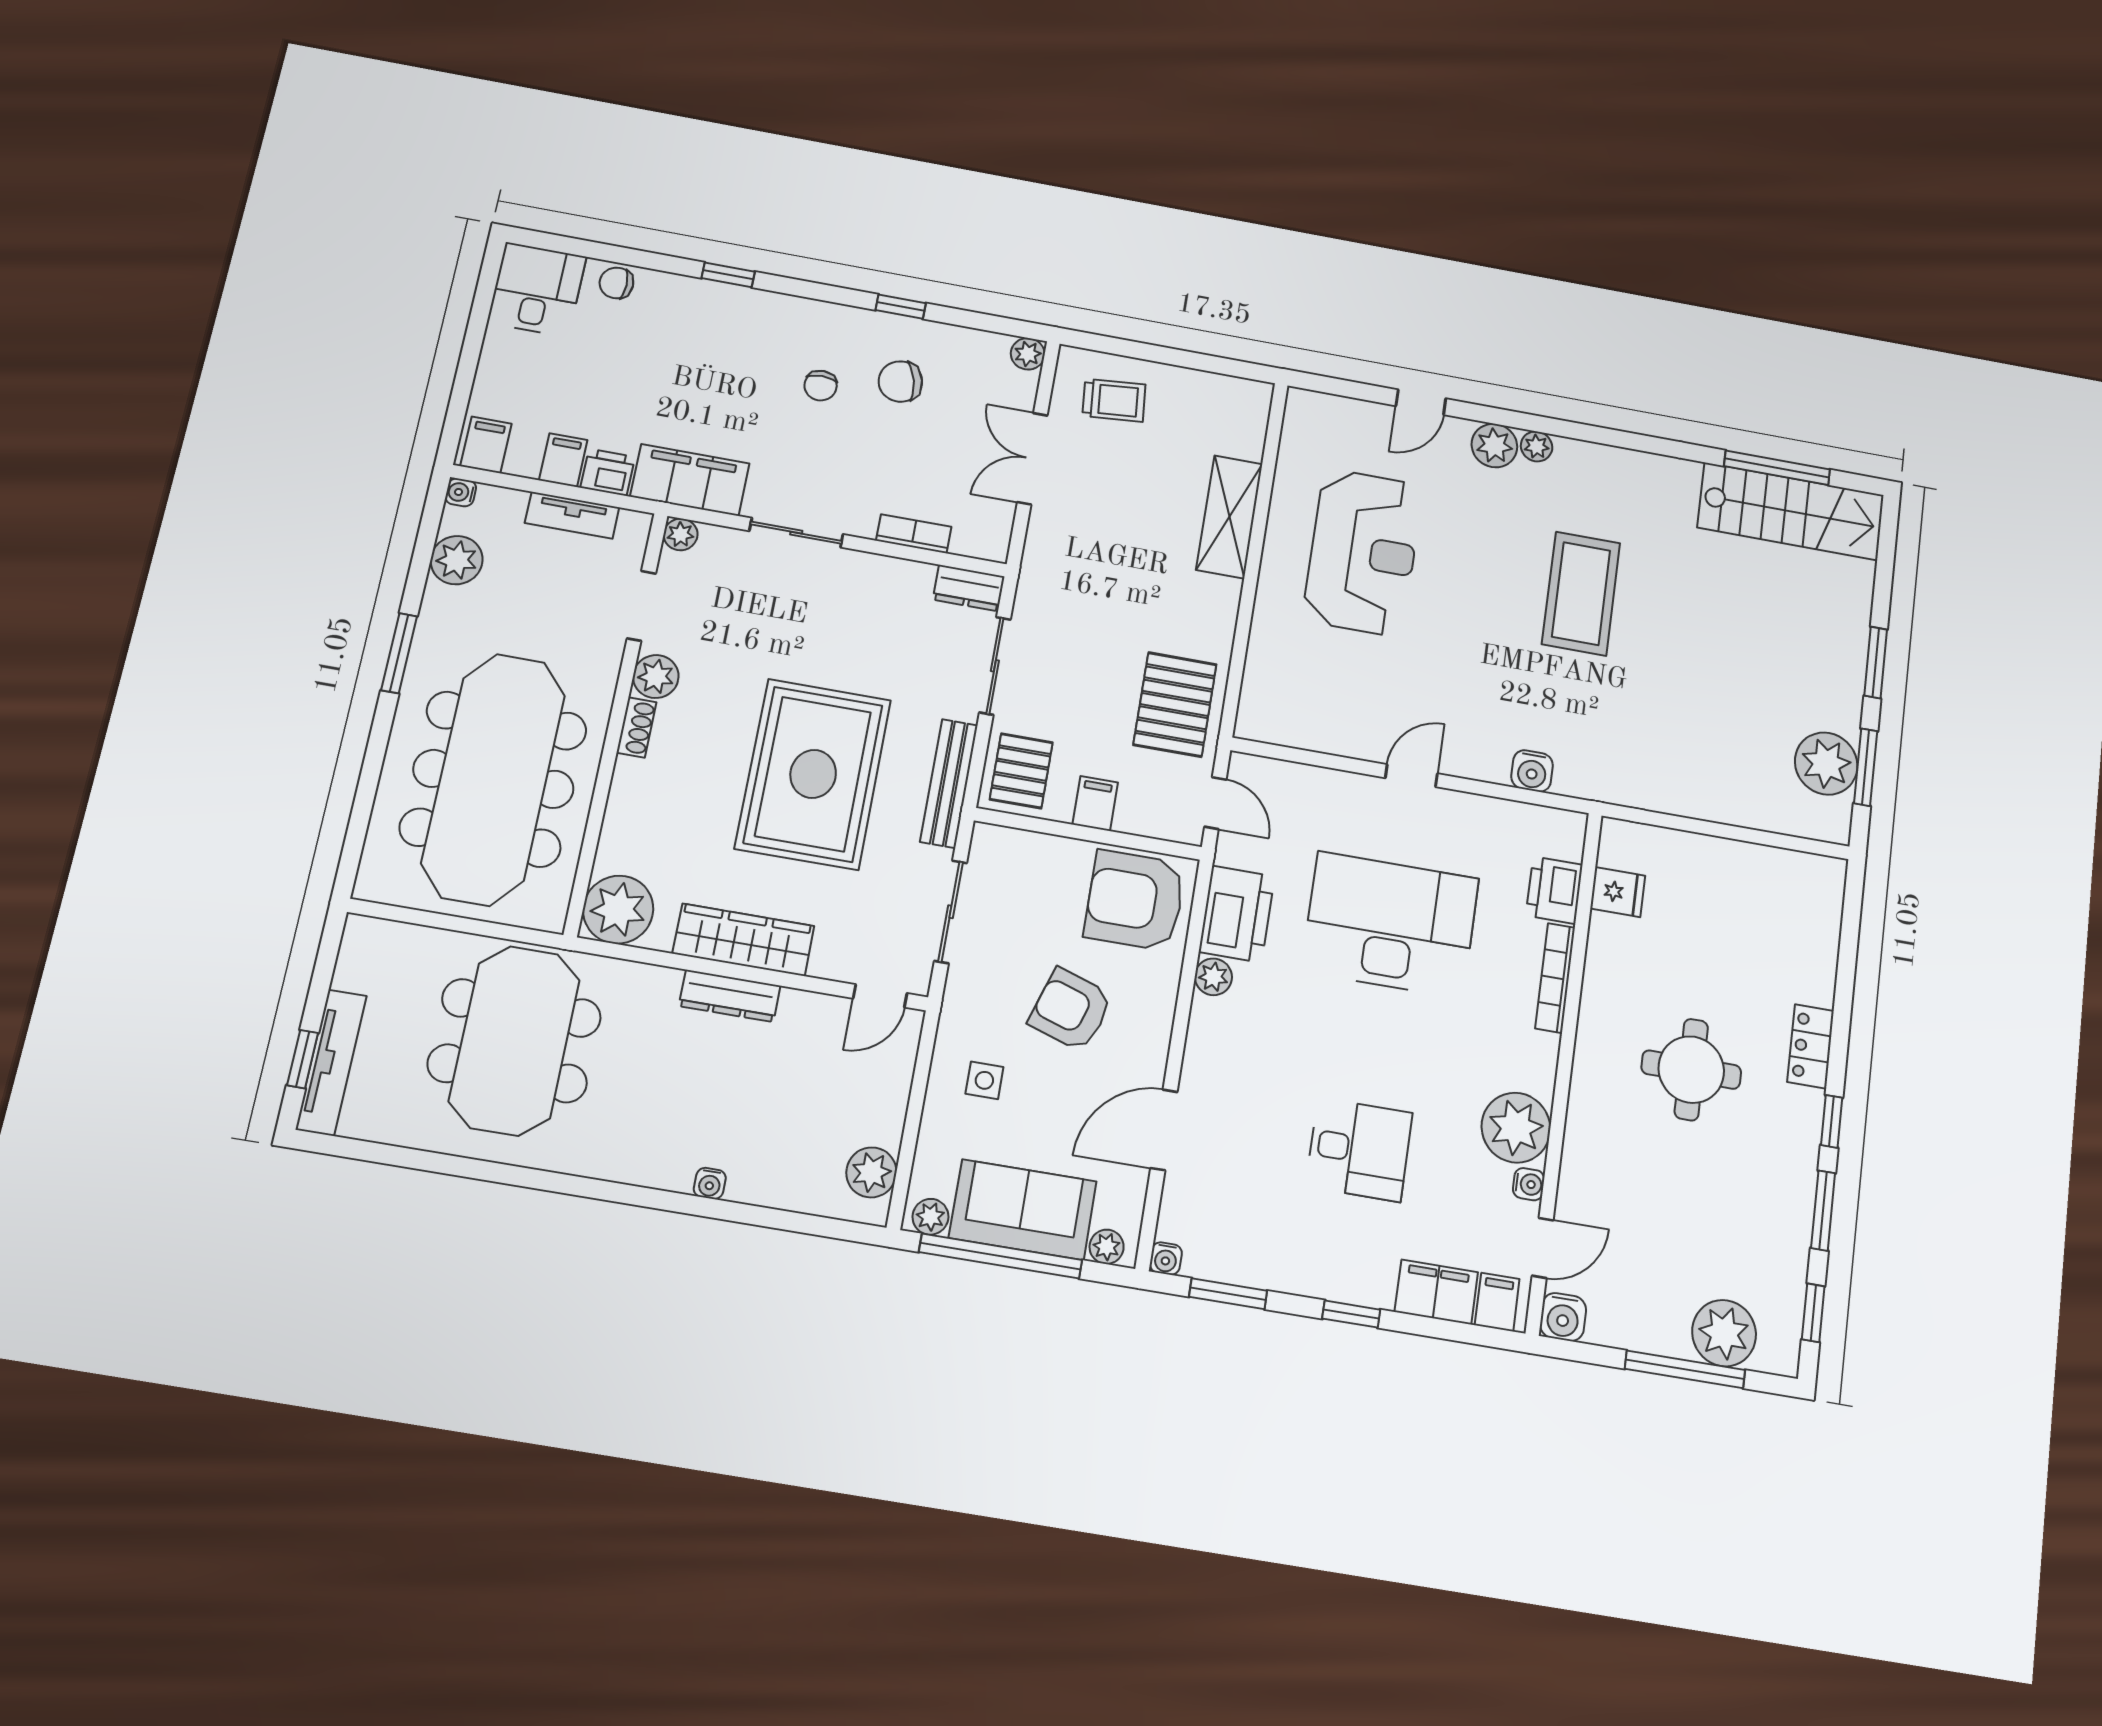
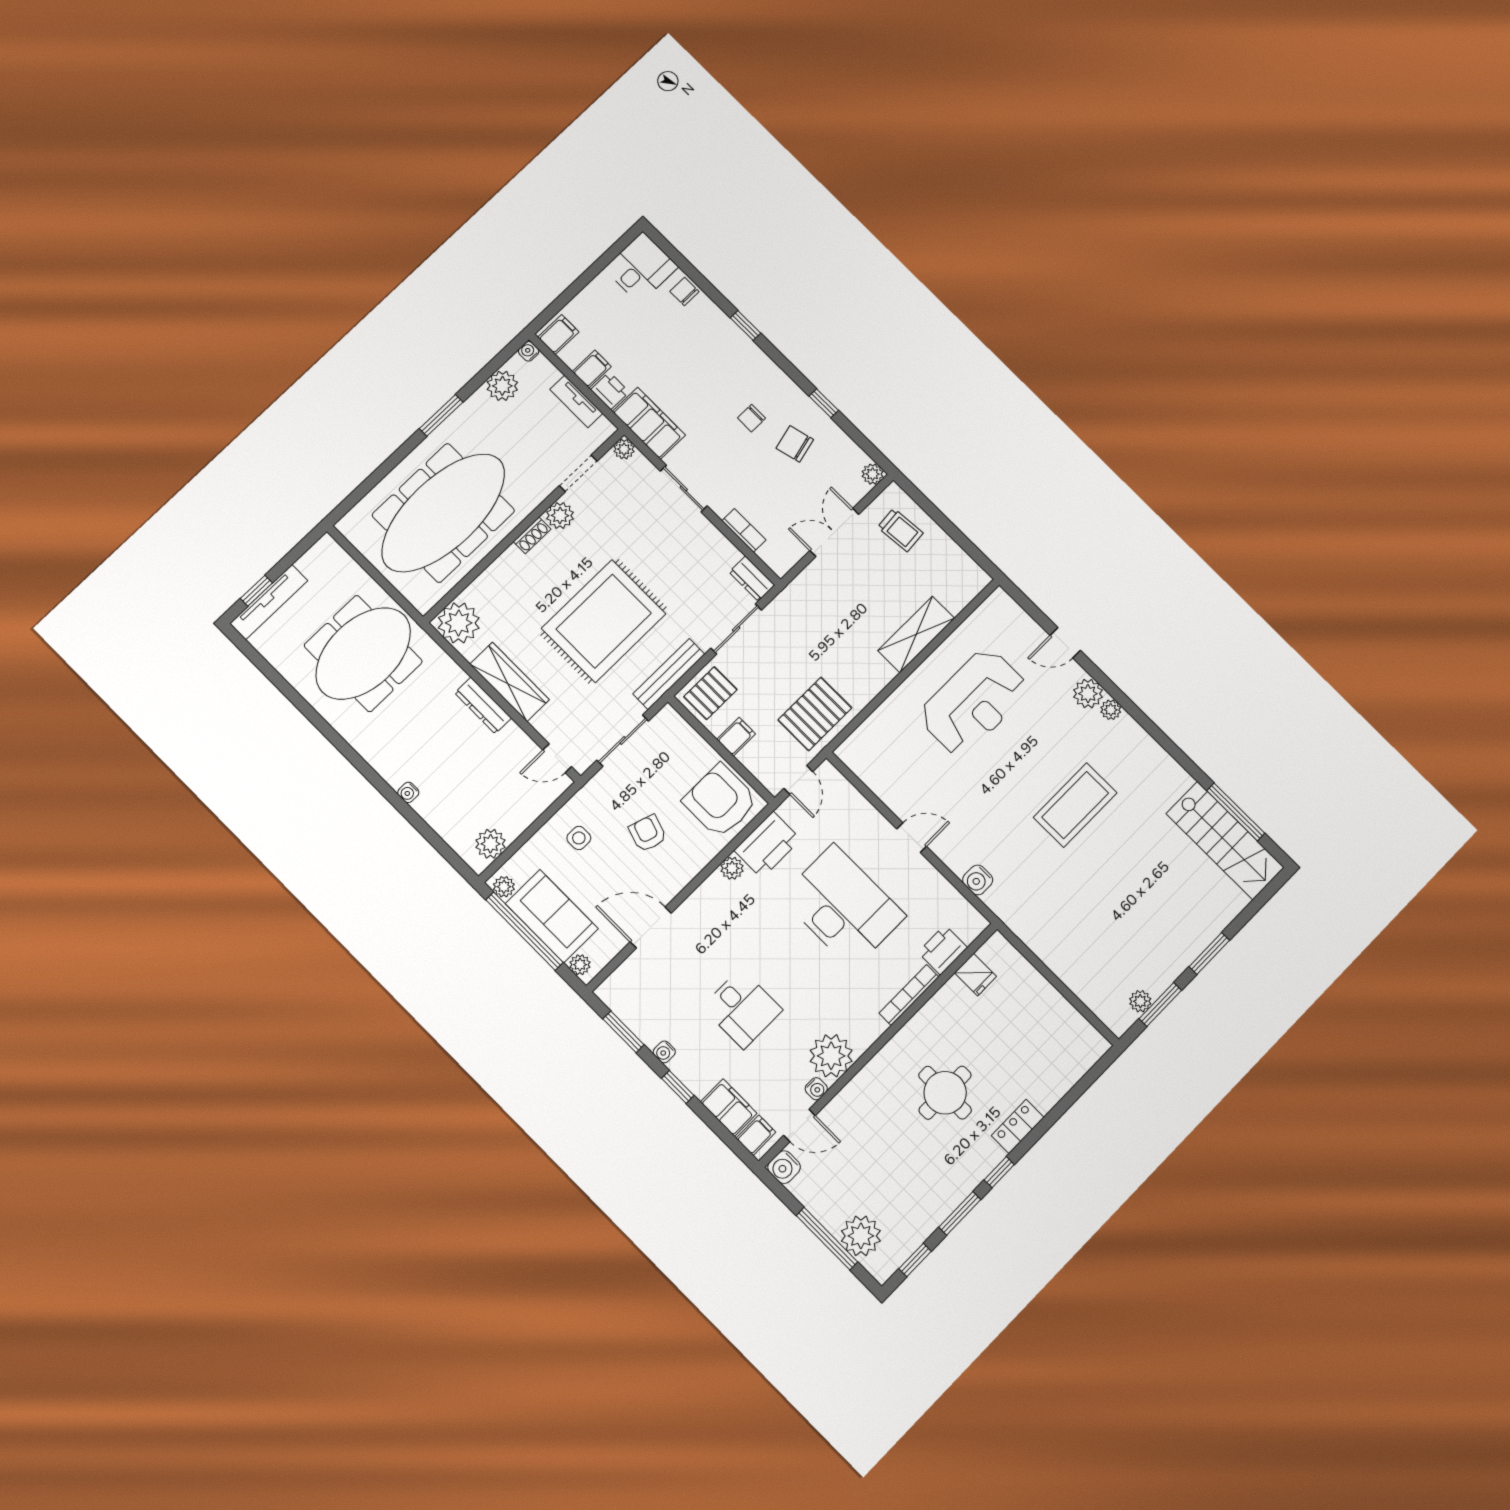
plant: (1826, 764) -> (1140, 1001), width x0.53, depth x0.53
armchair: (1071, 1010) -> (648, 833), width x0.72, depth x0.72
water cooler: (1166, 1258) -> (664, 1052), moved

